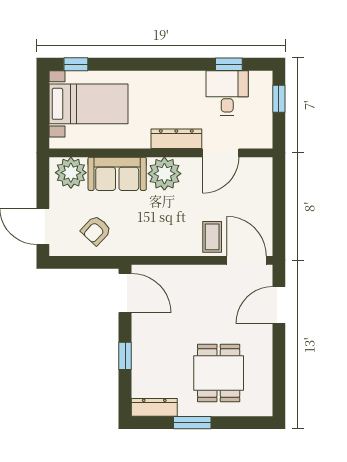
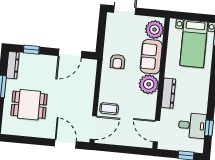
door: (221, 153) -> (156, 131), moved
armchair: (96, 230) -> (117, 61), moved, turned -133
door: (125, 293) -> (70, 53), moved
window: (125, 356) -> (31, 50), moved

